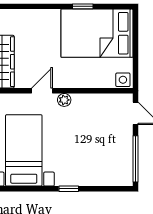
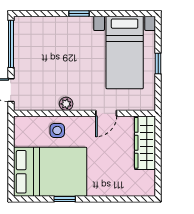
side table: (123, 80) -> (57, 130), moved
plant: (64, 100) -> (66, 104), moved

